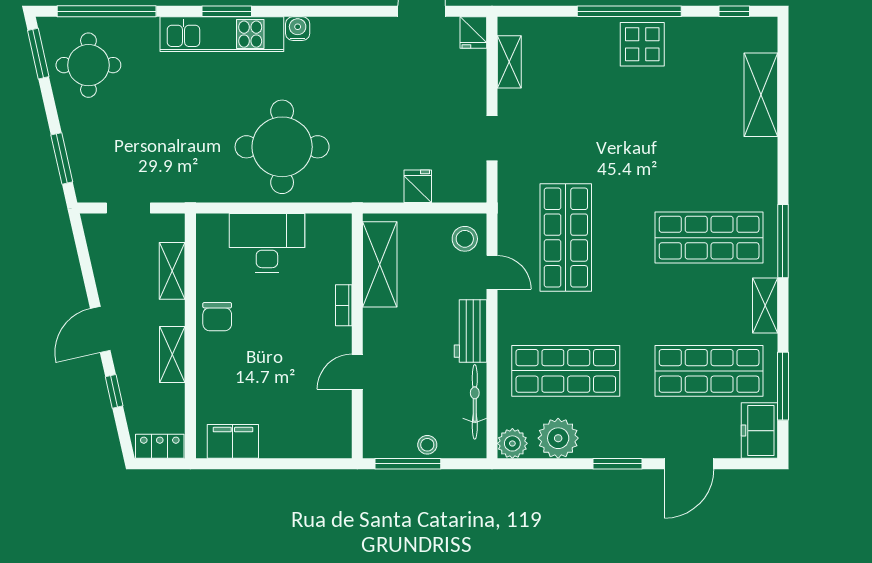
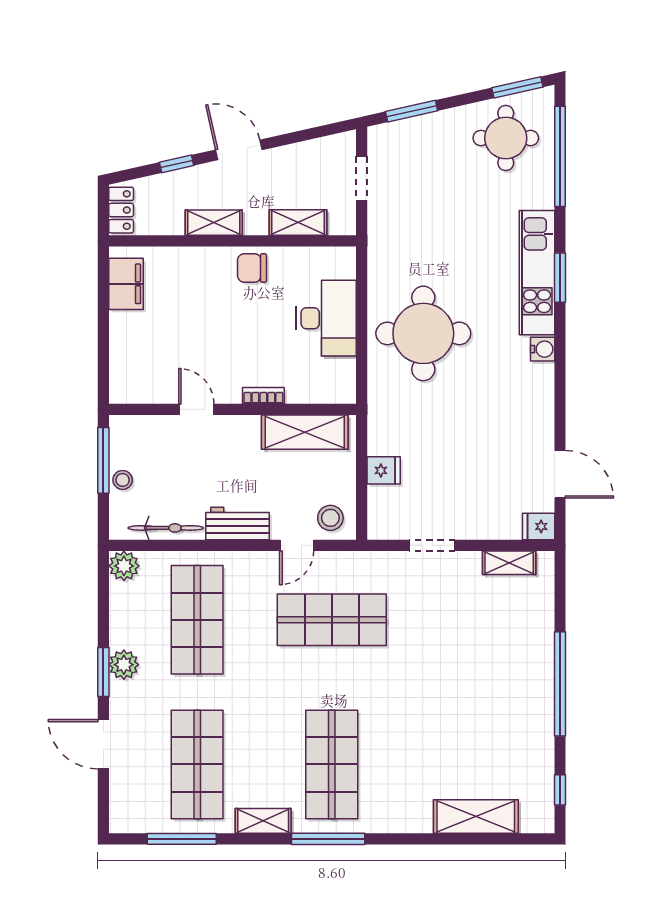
display table: (642, 44) -> (527, 697), removed
freezer: (759, 431) -> (137, 815), removed
plant: (558, 438) -> (124, 665), moved, width x0.73, depth x0.73

